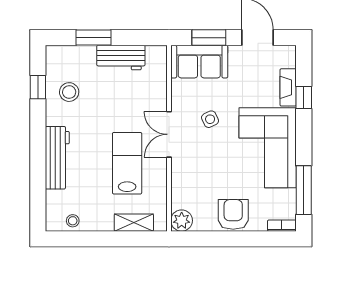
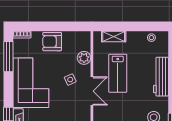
side table: (210, 119) -> (70, 80), moved
armchair: (233, 214) -> (52, 42), turned 90
plant: (182, 221) -> (84, 58), moved

